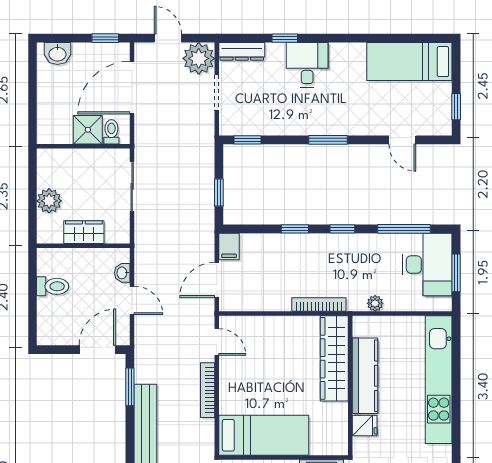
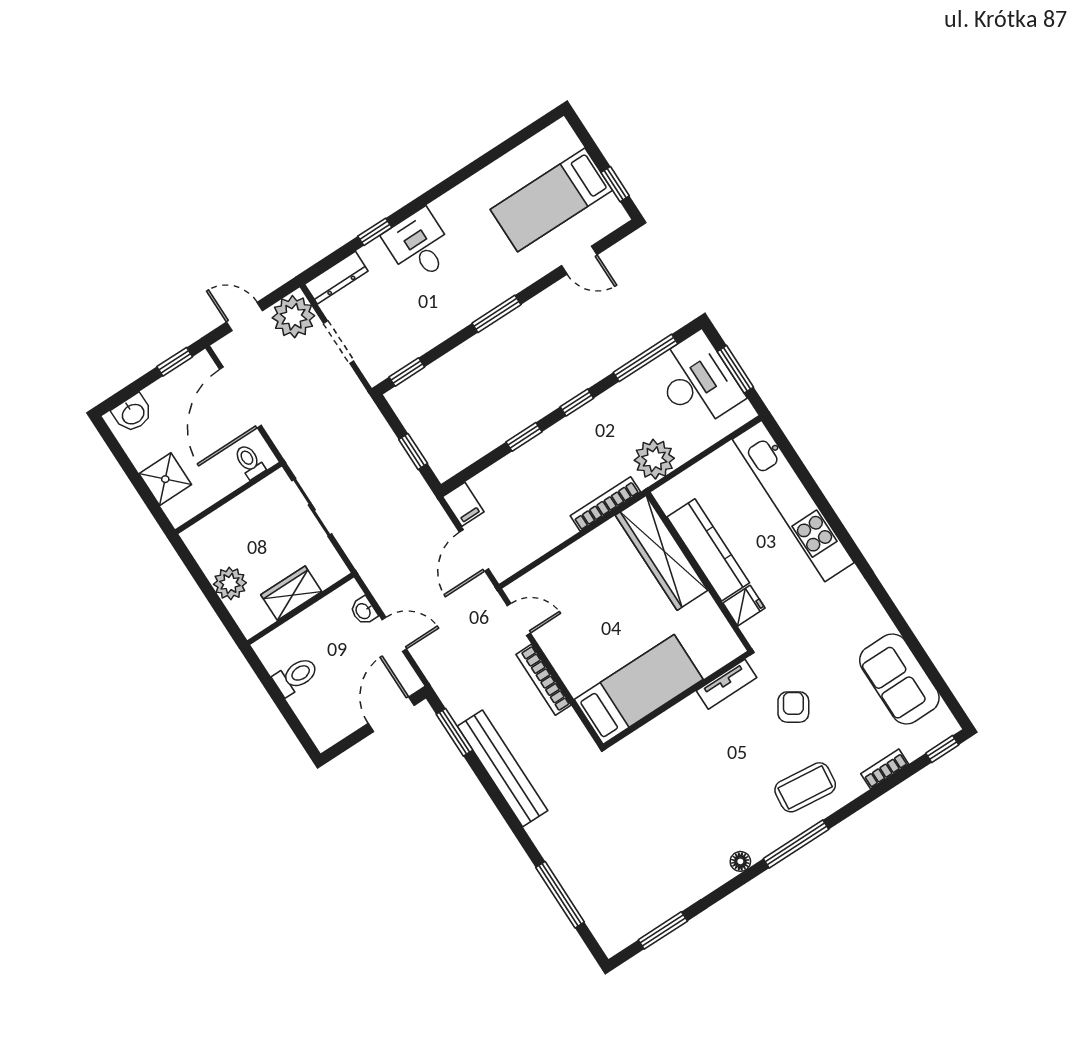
bed: (409, 62) -> (551, 200), moved
shower: (88, 130) -> (165, 479), moved
plant: (375, 303) -> (654, 459), width x1.88, depth x1.88

